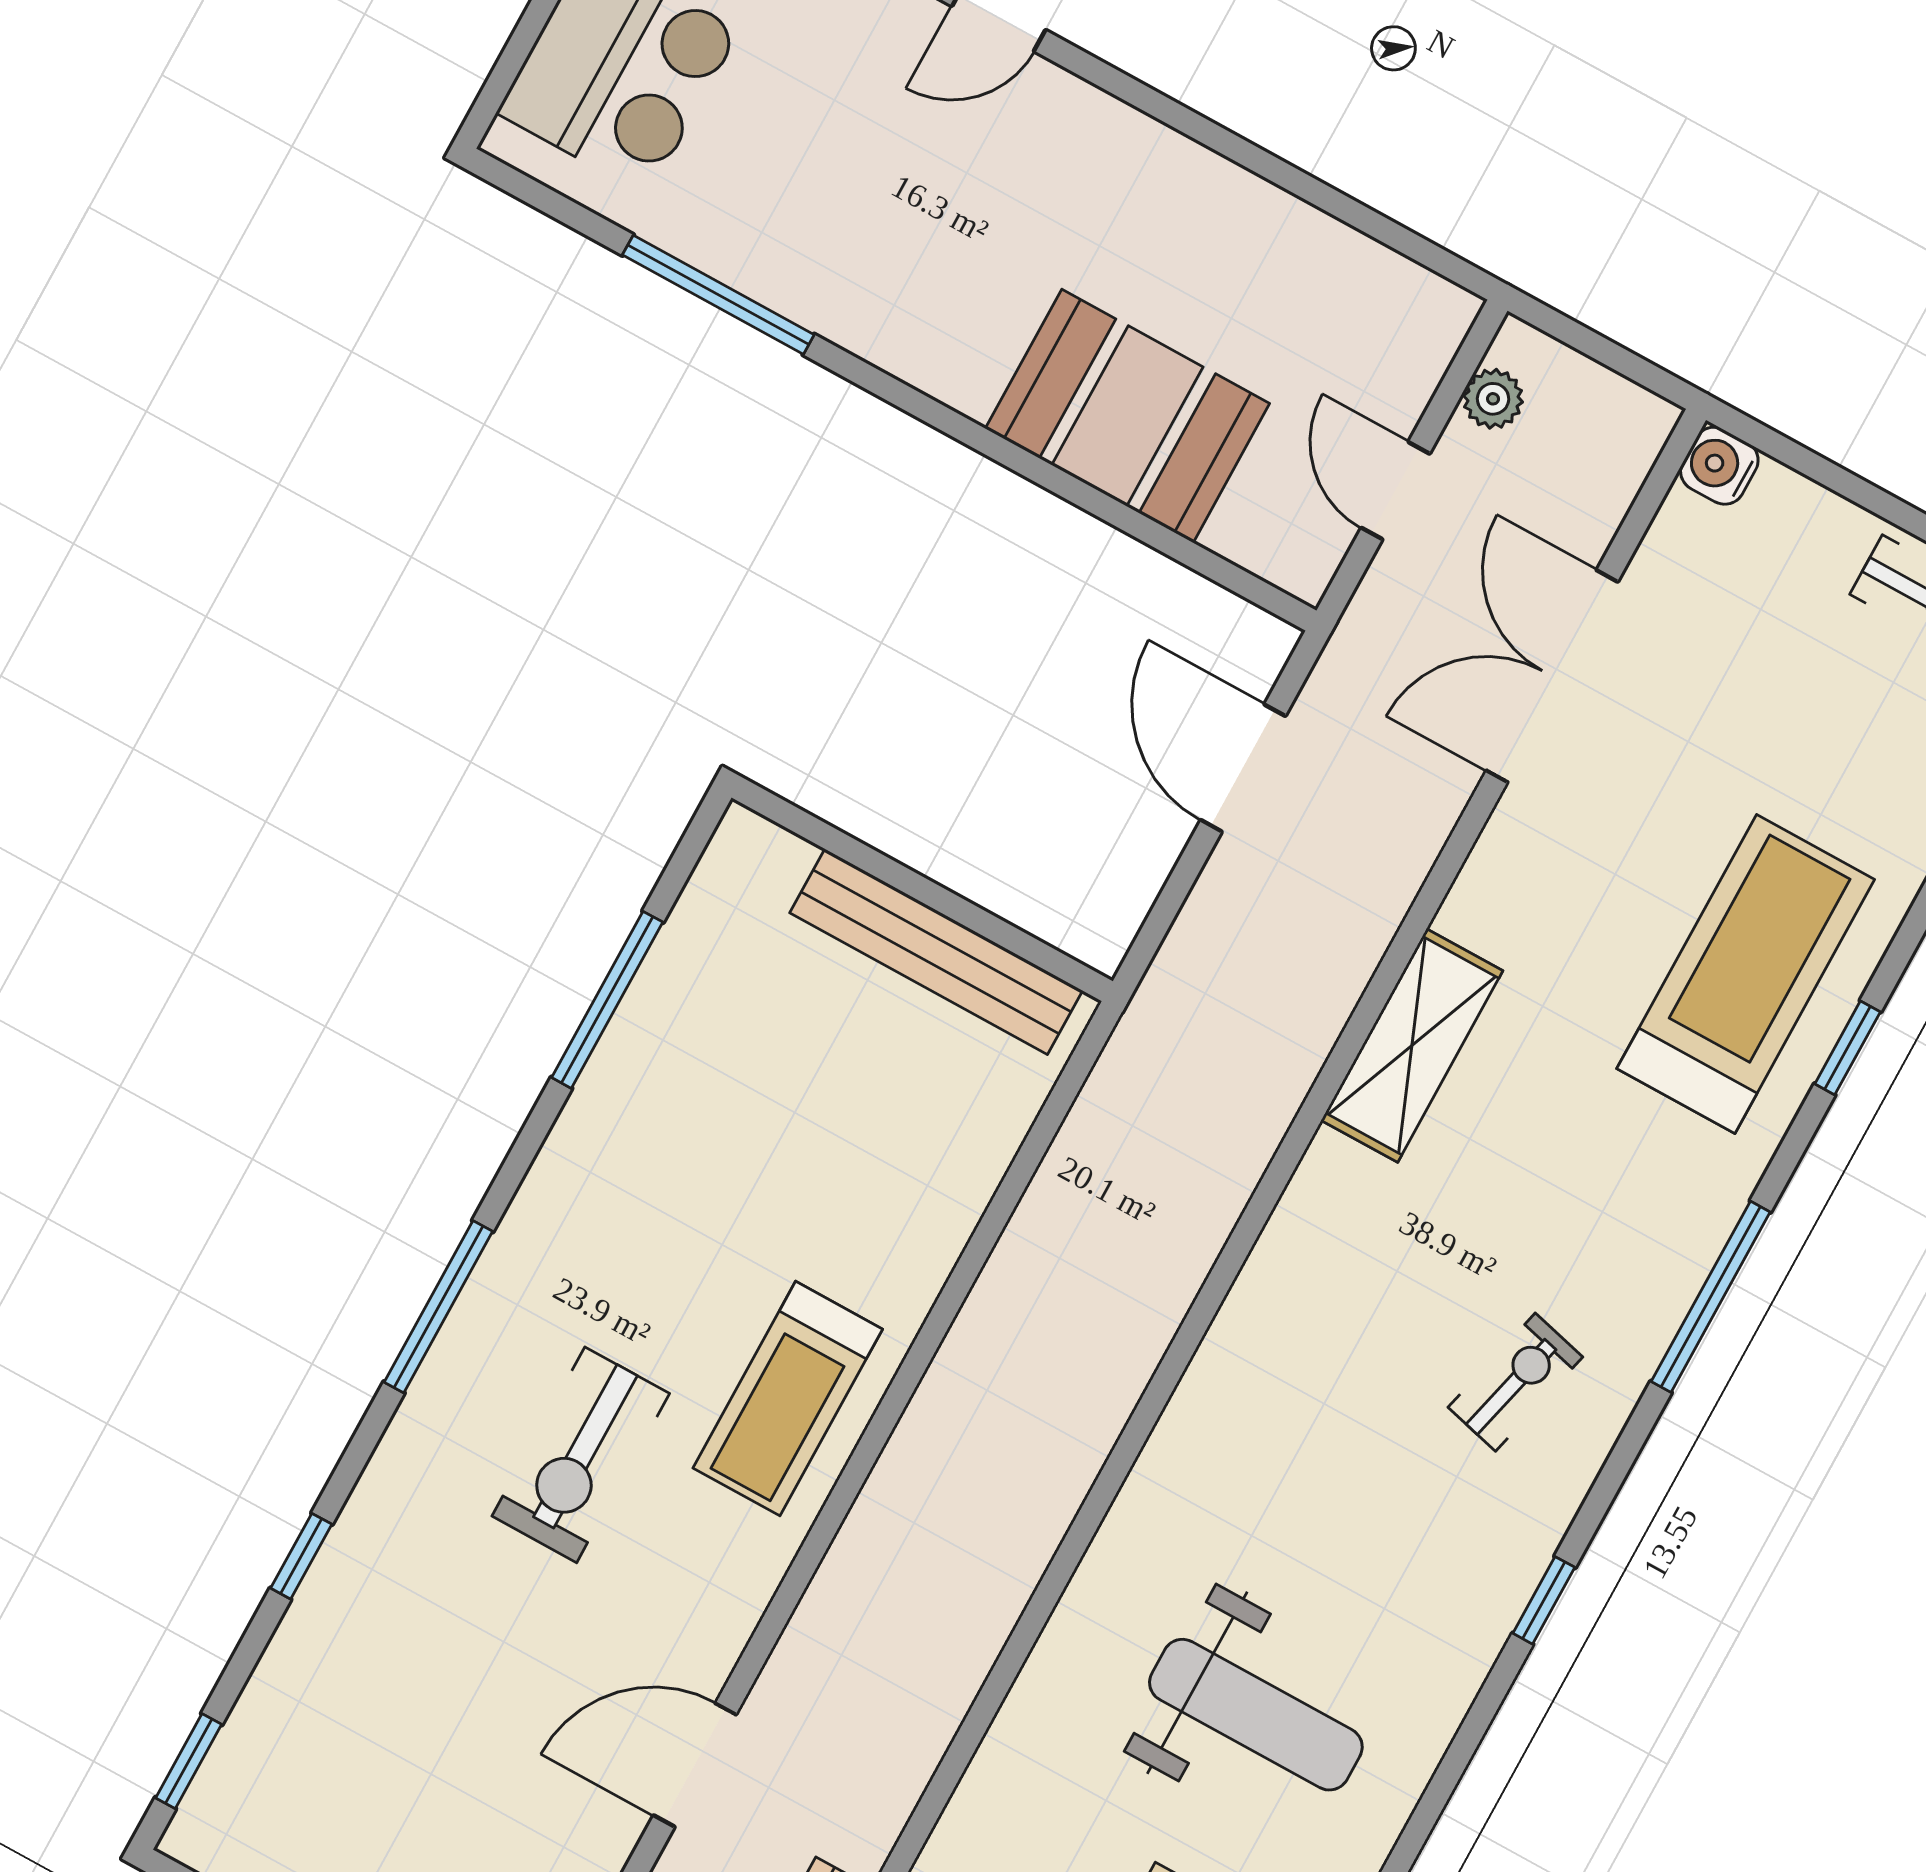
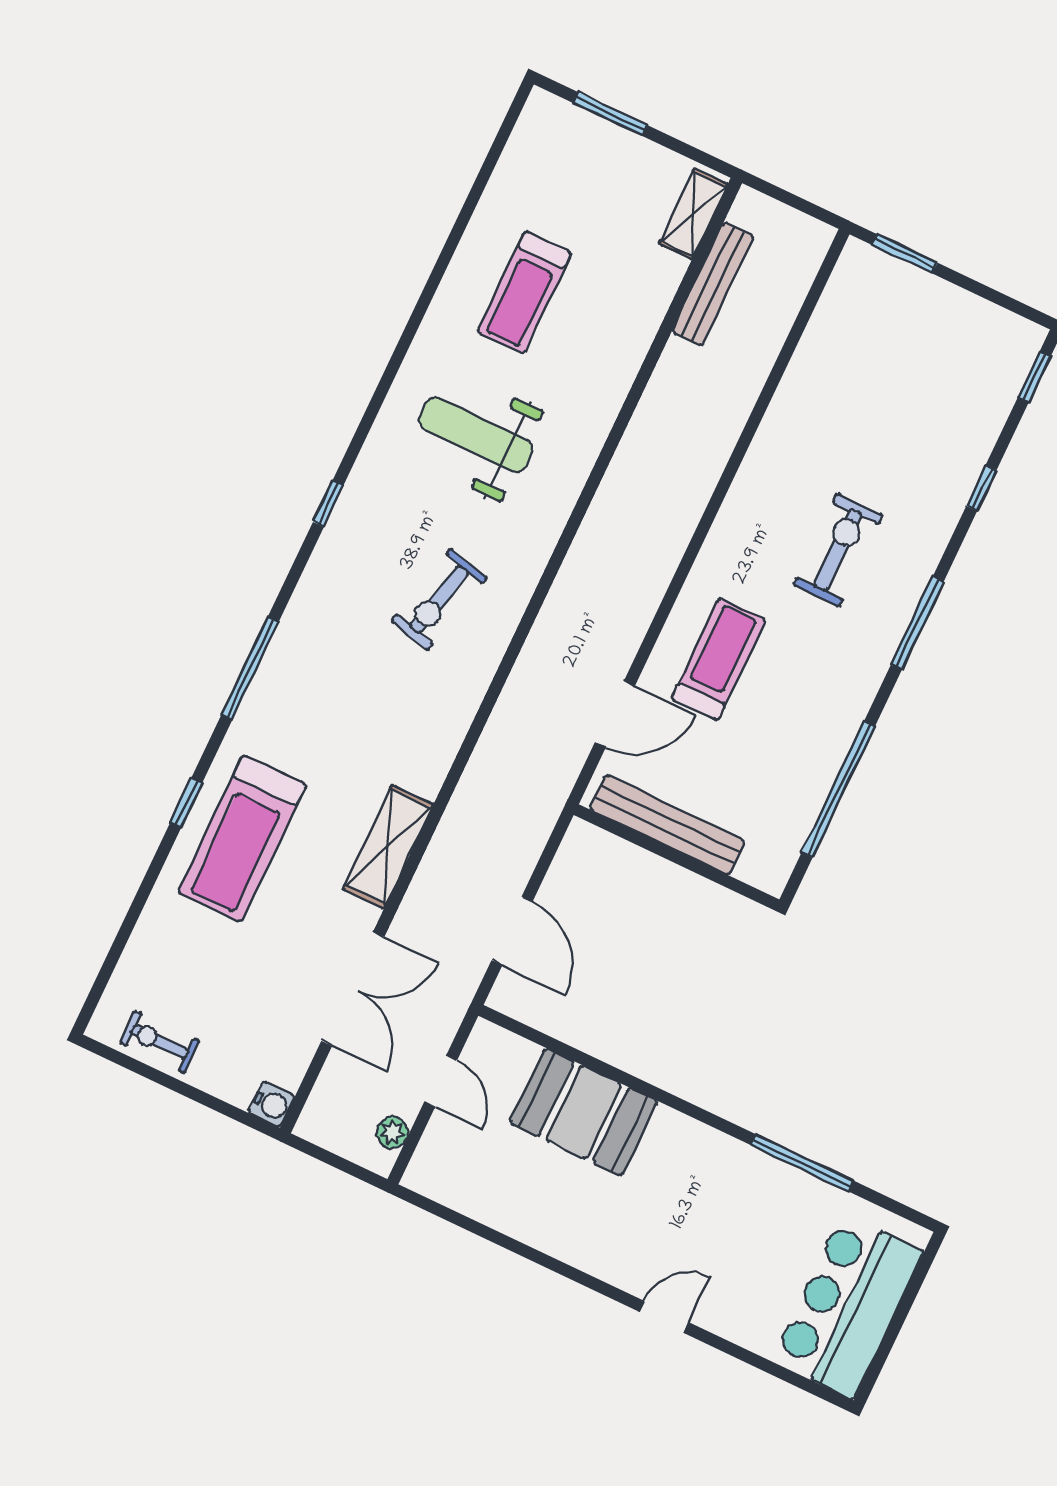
window: (607, 1000) -> (838, 790), width x1.46
shelving: (1412, 1045) -> (388, 847), moved
exercise bike: (1515, 1382) -> (439, 599), moved, width x1.38, depth x1.39
treadmill: (788, 1399) -> (718, 659), moved
door: (695, 1765) -> (615, 714), moved

